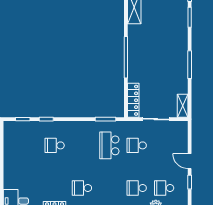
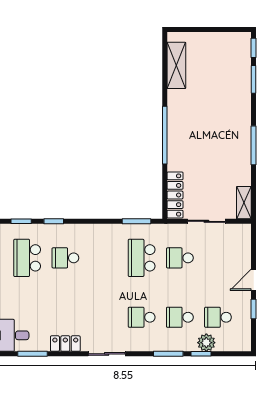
school desk: (27, 145) -> (27, 258), added
door: (190, 161) -> (254, 280), hinge flipped
school desk: (82, 188) -> (142, 317), moved

